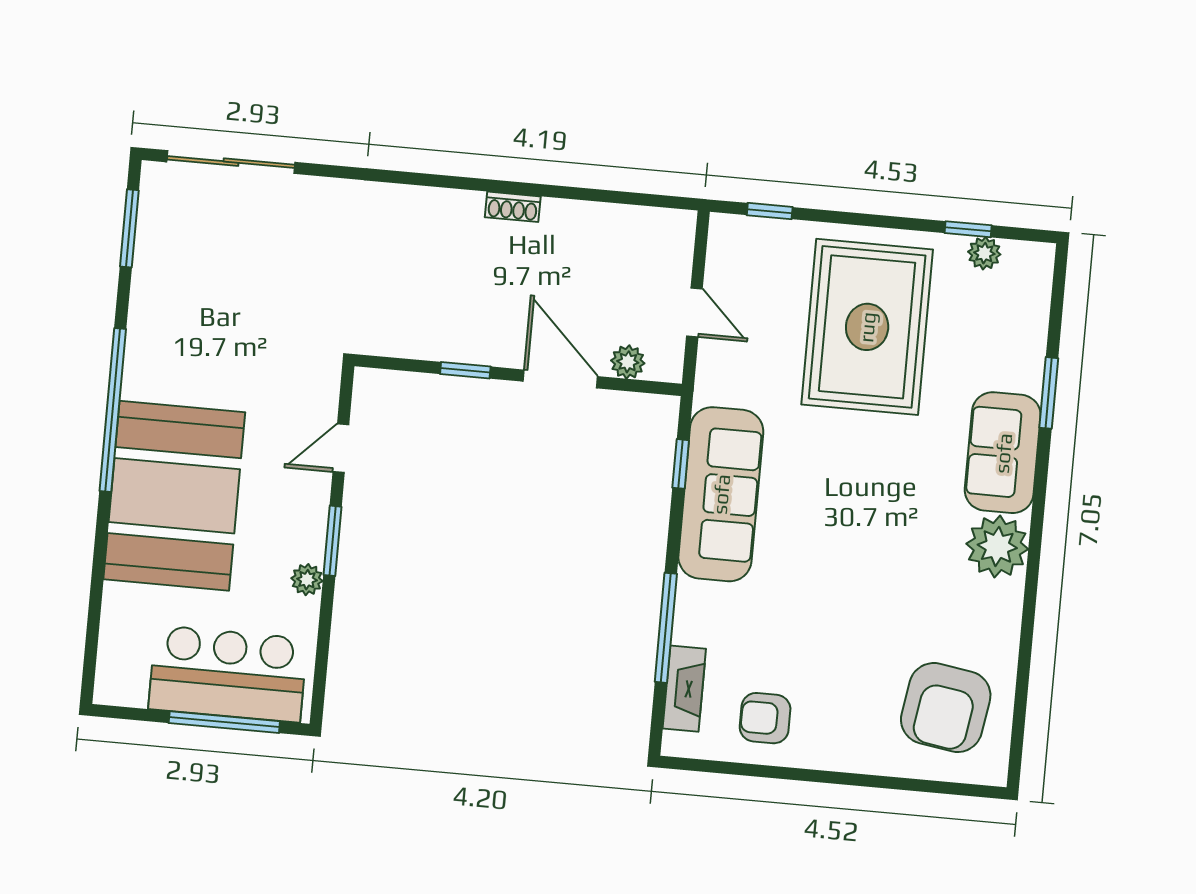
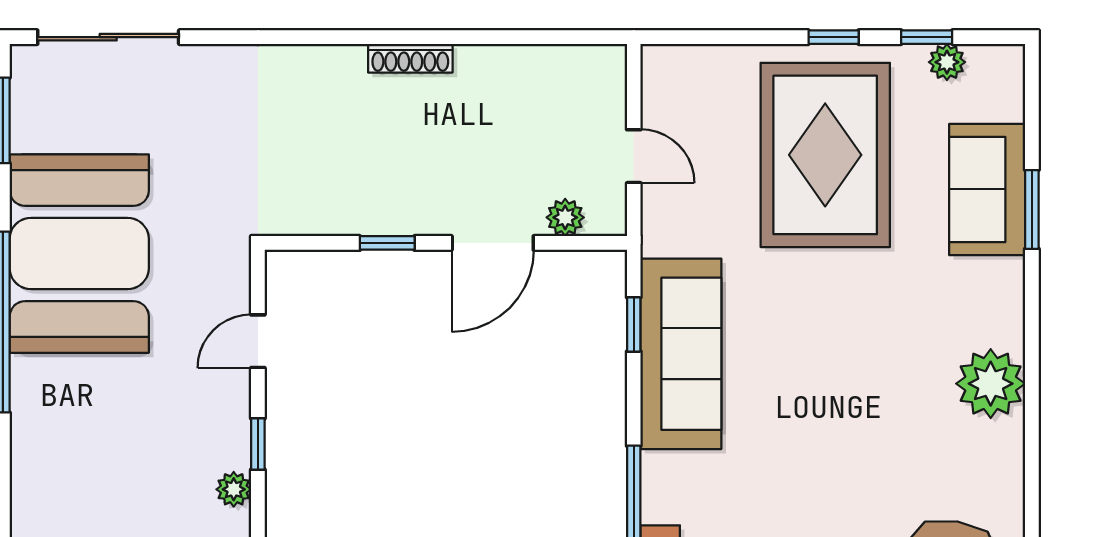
shoe rack: (513, 207) -> (410, 58), width x1.43
window: (770, 211) -> (834, 37), moved
door: (560, 379) -> (493, 243), swing flipped
sofa: (1003, 453) -> (987, 189), moved
booth: (174, 496) -> (79, 254), moved
window: (332, 541) -> (258, 444), width x0.67

